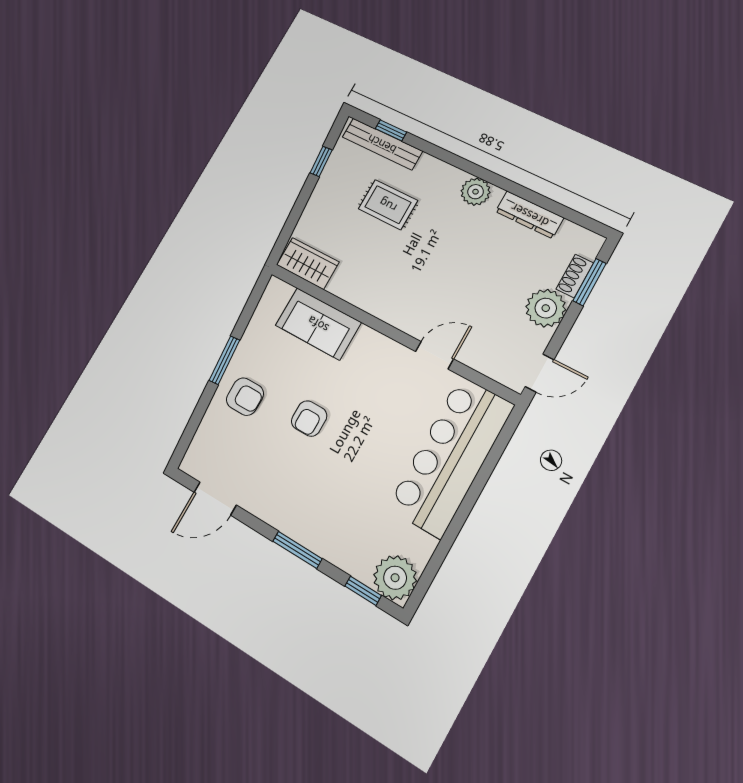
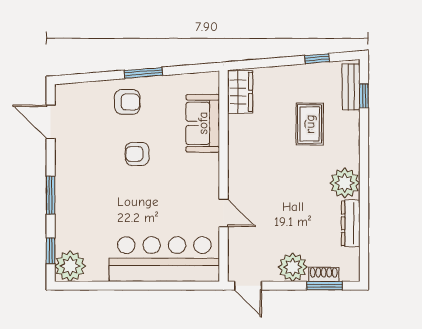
bench: (382, 144) -> (351, 87), width x0.73
plant: (476, 192) -> (345, 183), width x1.36, depth x1.36
armchair: (245, 397) -> (127, 102), turned -90

